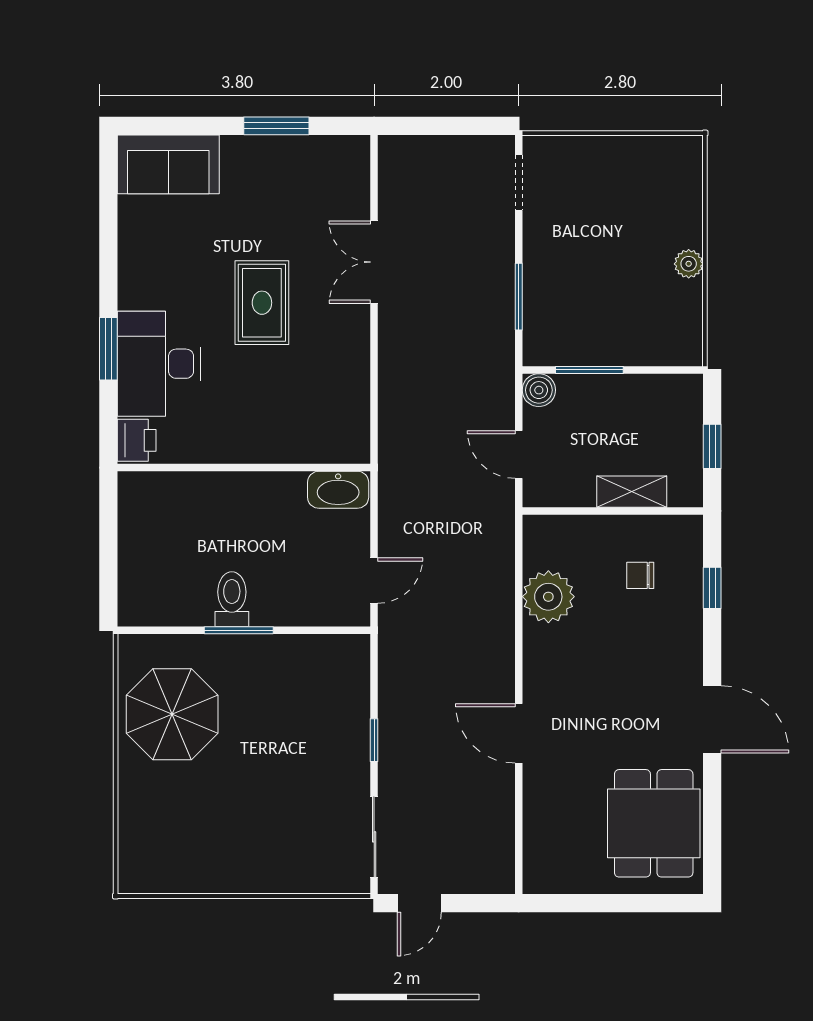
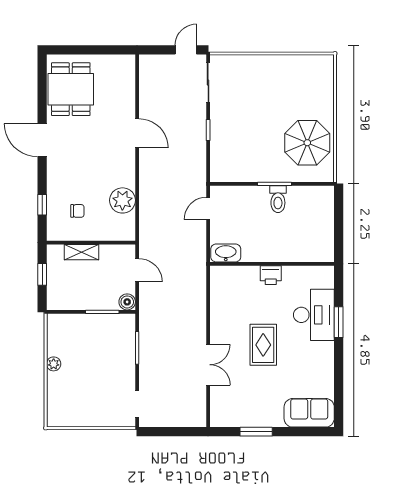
printer: (137, 440) -> (271, 275), moved, turned -90

